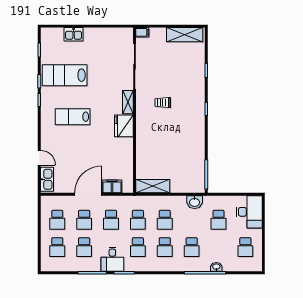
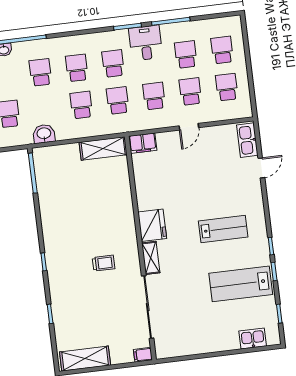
kitchen sink: (74, 34) -> (253, 339), moved
lab bench: (65, 75) -> (241, 284), turned 180
door: (39, 158) -> (261, 168), swing flipped
filing cabinet: (112, 186) -> (143, 143), moved
door: (88, 194) -> (189, 127), width x0.53

